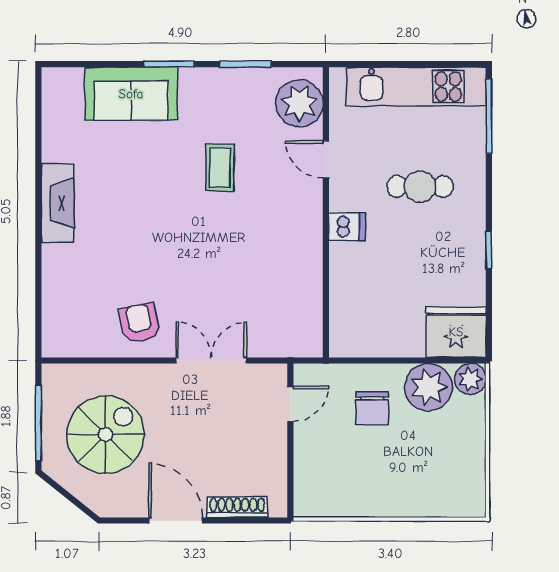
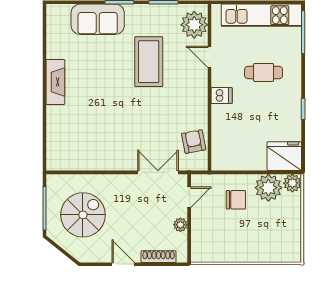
coffee table: (220, 168) -> (149, 62), width x1.86, depth x1.72
armchair: (139, 323) -> (194, 142), moved
double door: (211, 360) -> (158, 172), moved
chair: (372, 408) -> (236, 200), turned -90
plant: (275, 452) -> (180, 225), added
door: (176, 521) -> (123, 264), width x0.73

